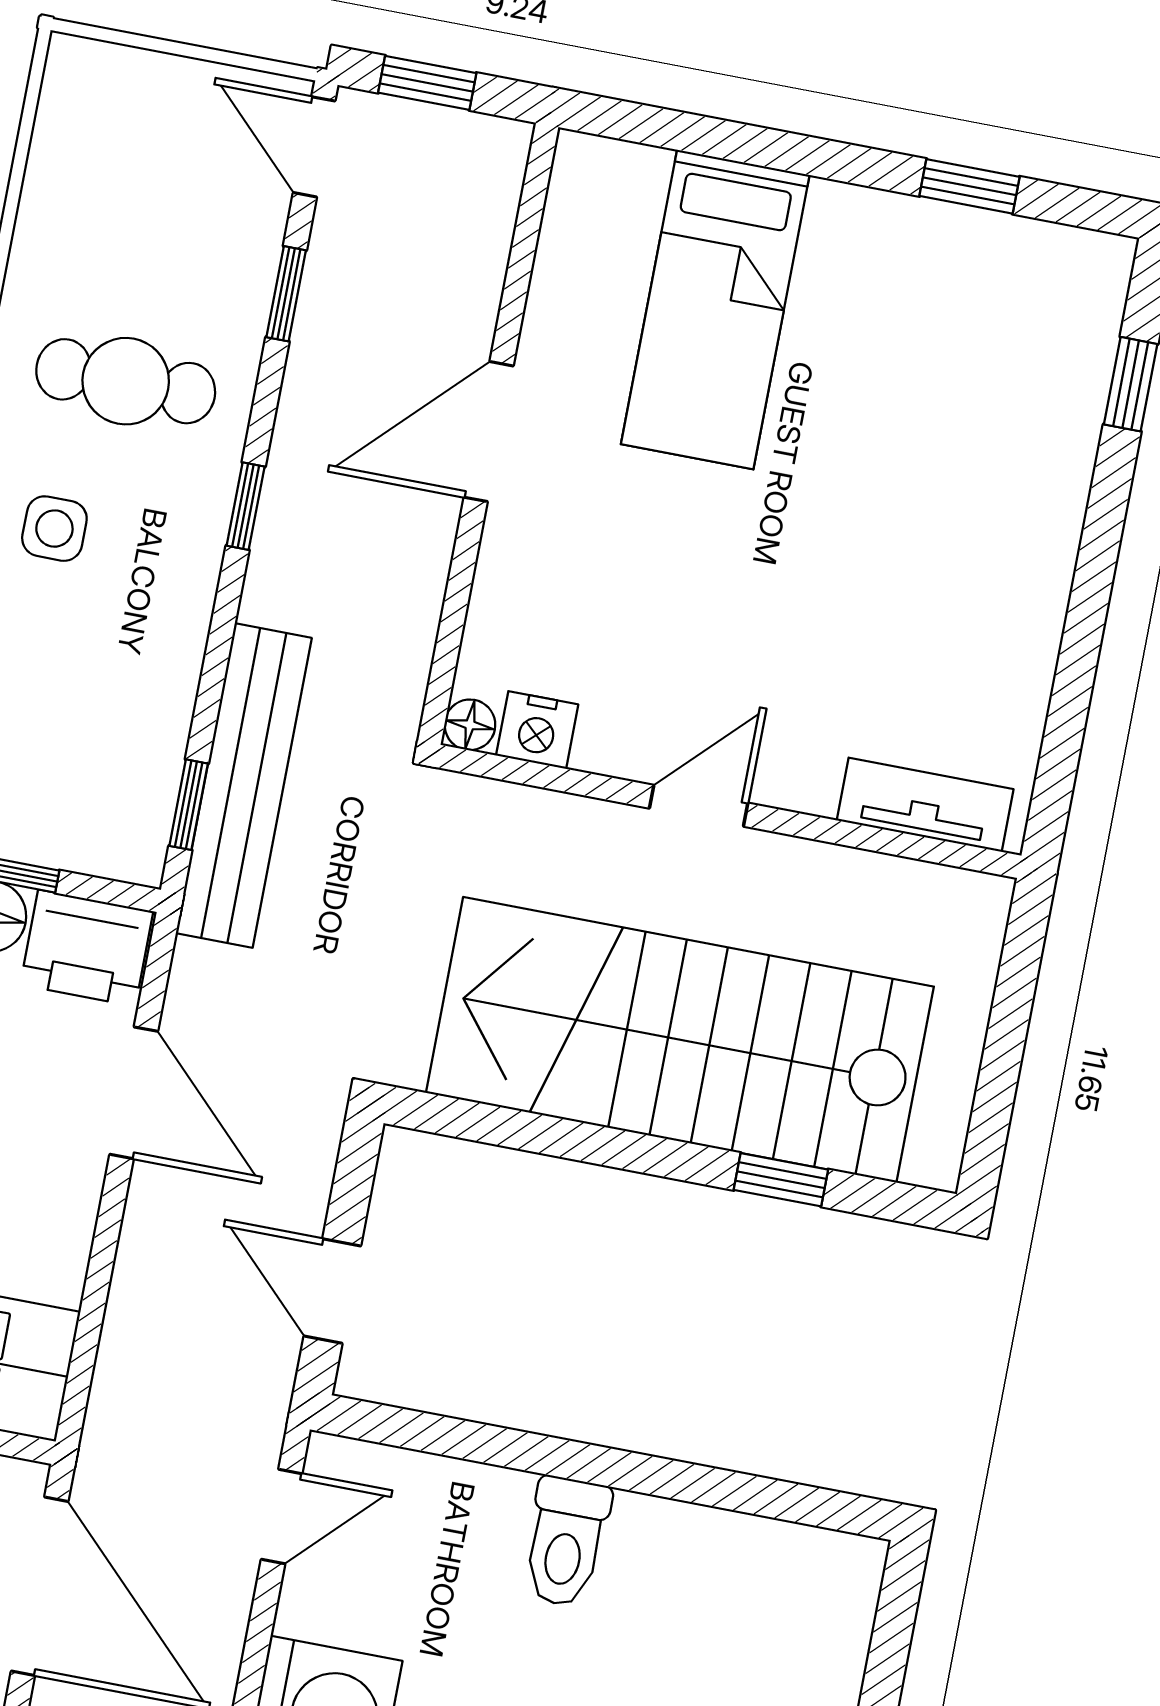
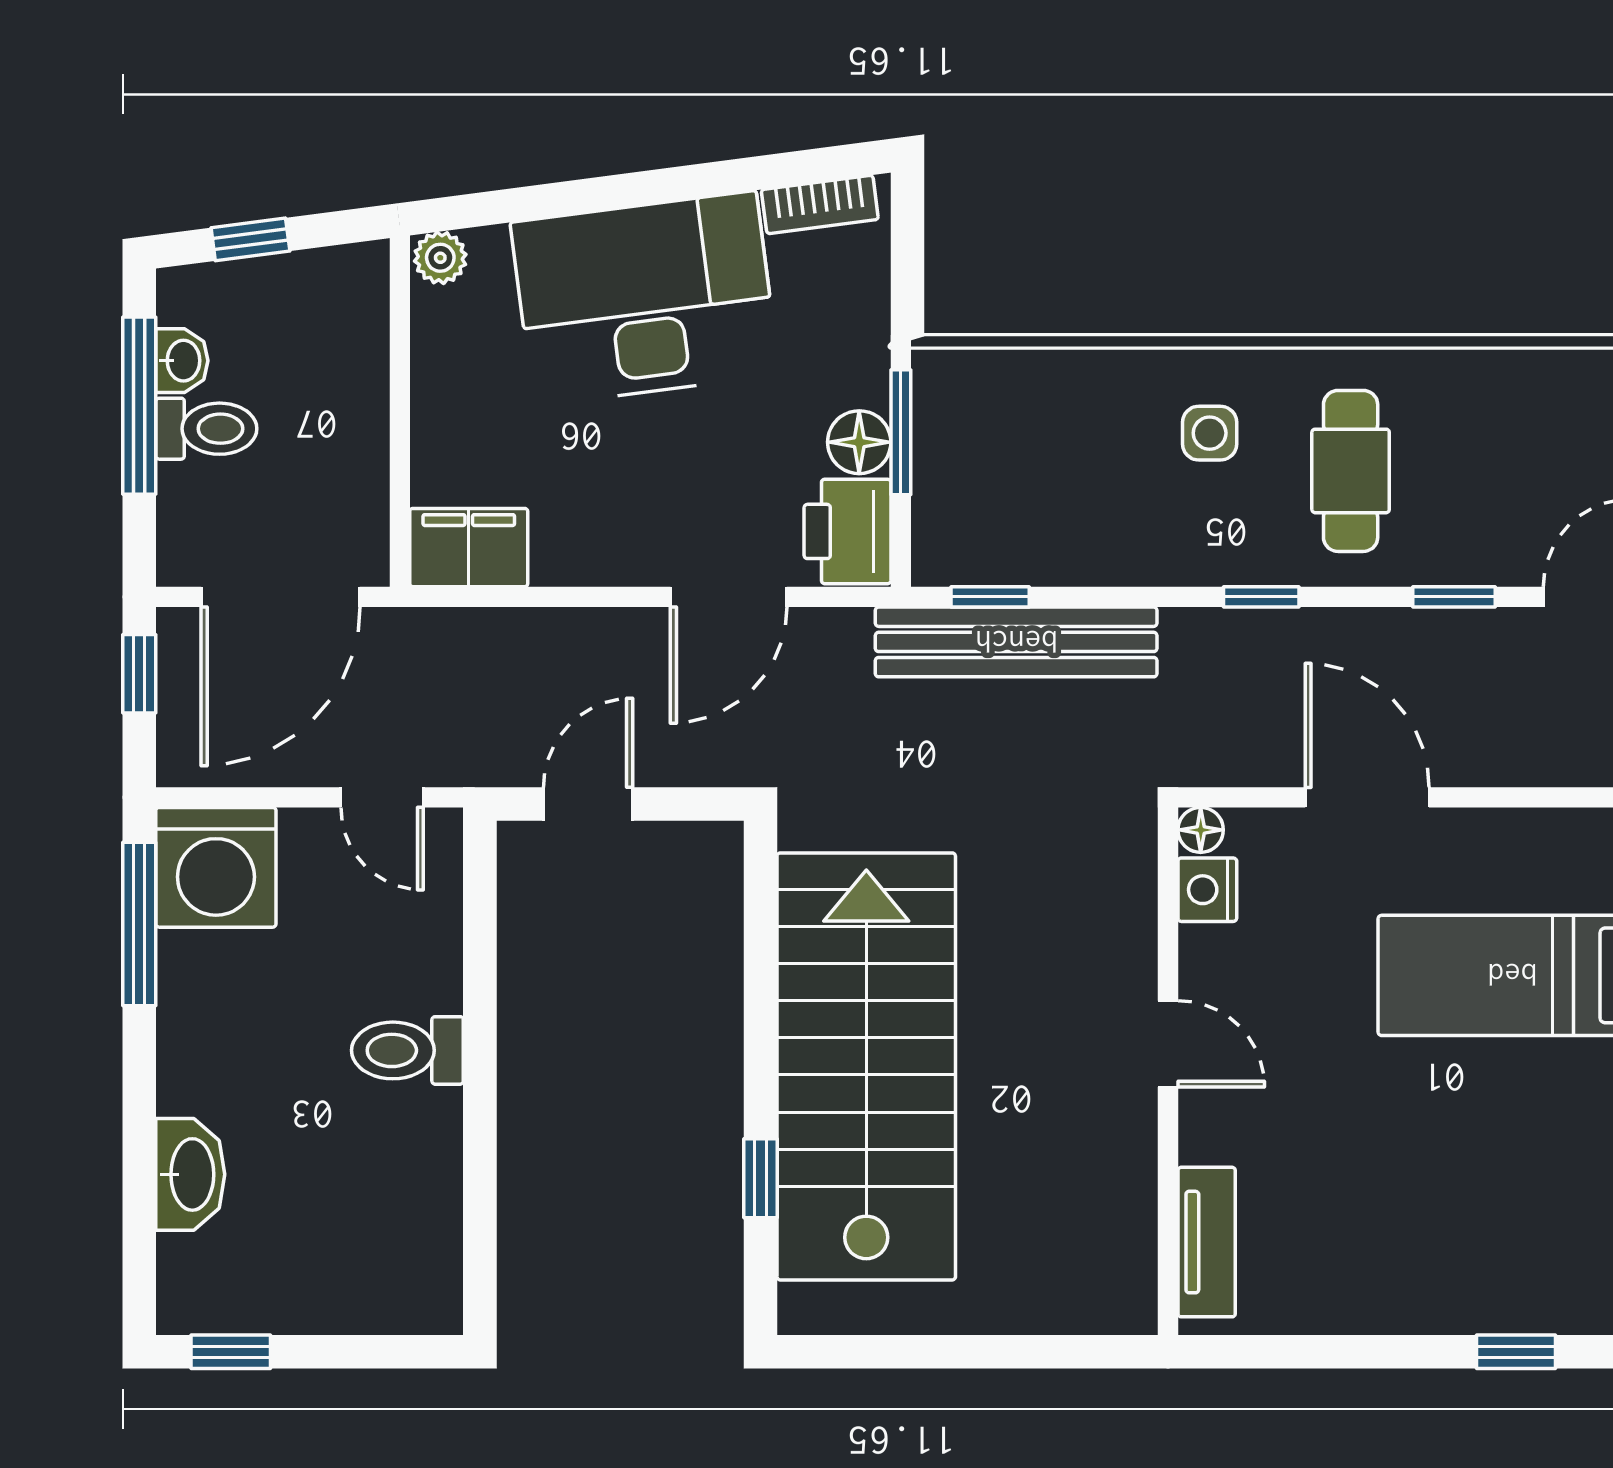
floor lamp: (470, 725) -> (1201, 830), moved
nightstand: (537, 730) -> (1207, 890), moved
tv unit: (925, 805) -> (1207, 1242), moved
door: (699, 806) -> (1168, 1044), moved
wall: (729, 811) -> (1168, 1071), moved

